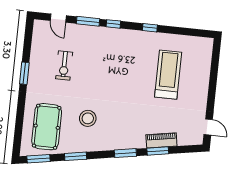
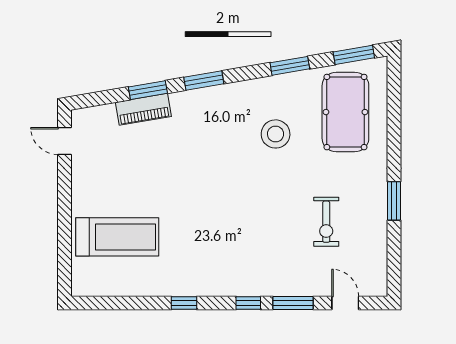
exercise bike: (64, 65) -> (326, 222), turned 180
treadmill: (168, 75) -> (117, 237), moved, turned -90

